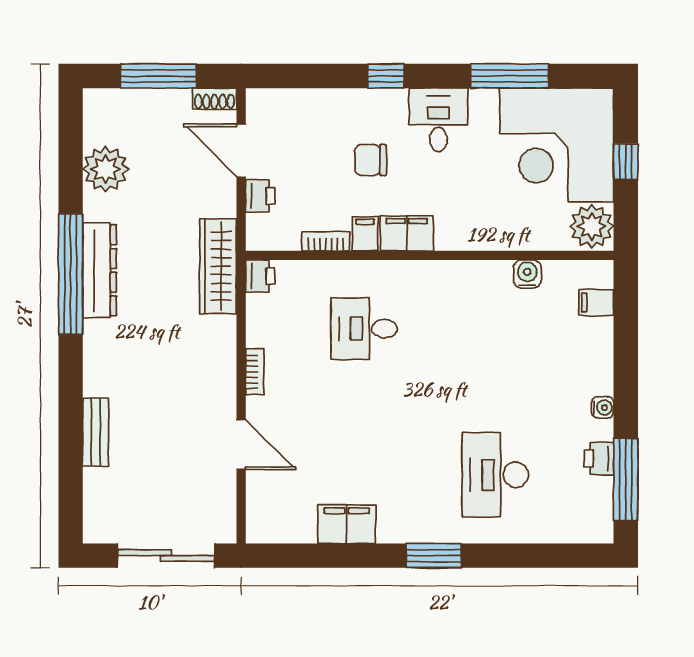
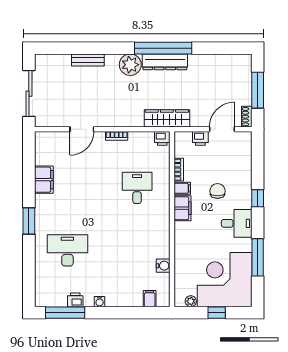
plant: (105, 169) -> (130, 65), moved
plant: (592, 226) -> (191, 301), width x0.53, depth x0.53

